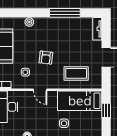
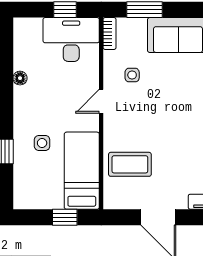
armchair: (46, 58) -> (158, 111), removed
coffee table: (76, 73) -> (130, 164), turned 90

